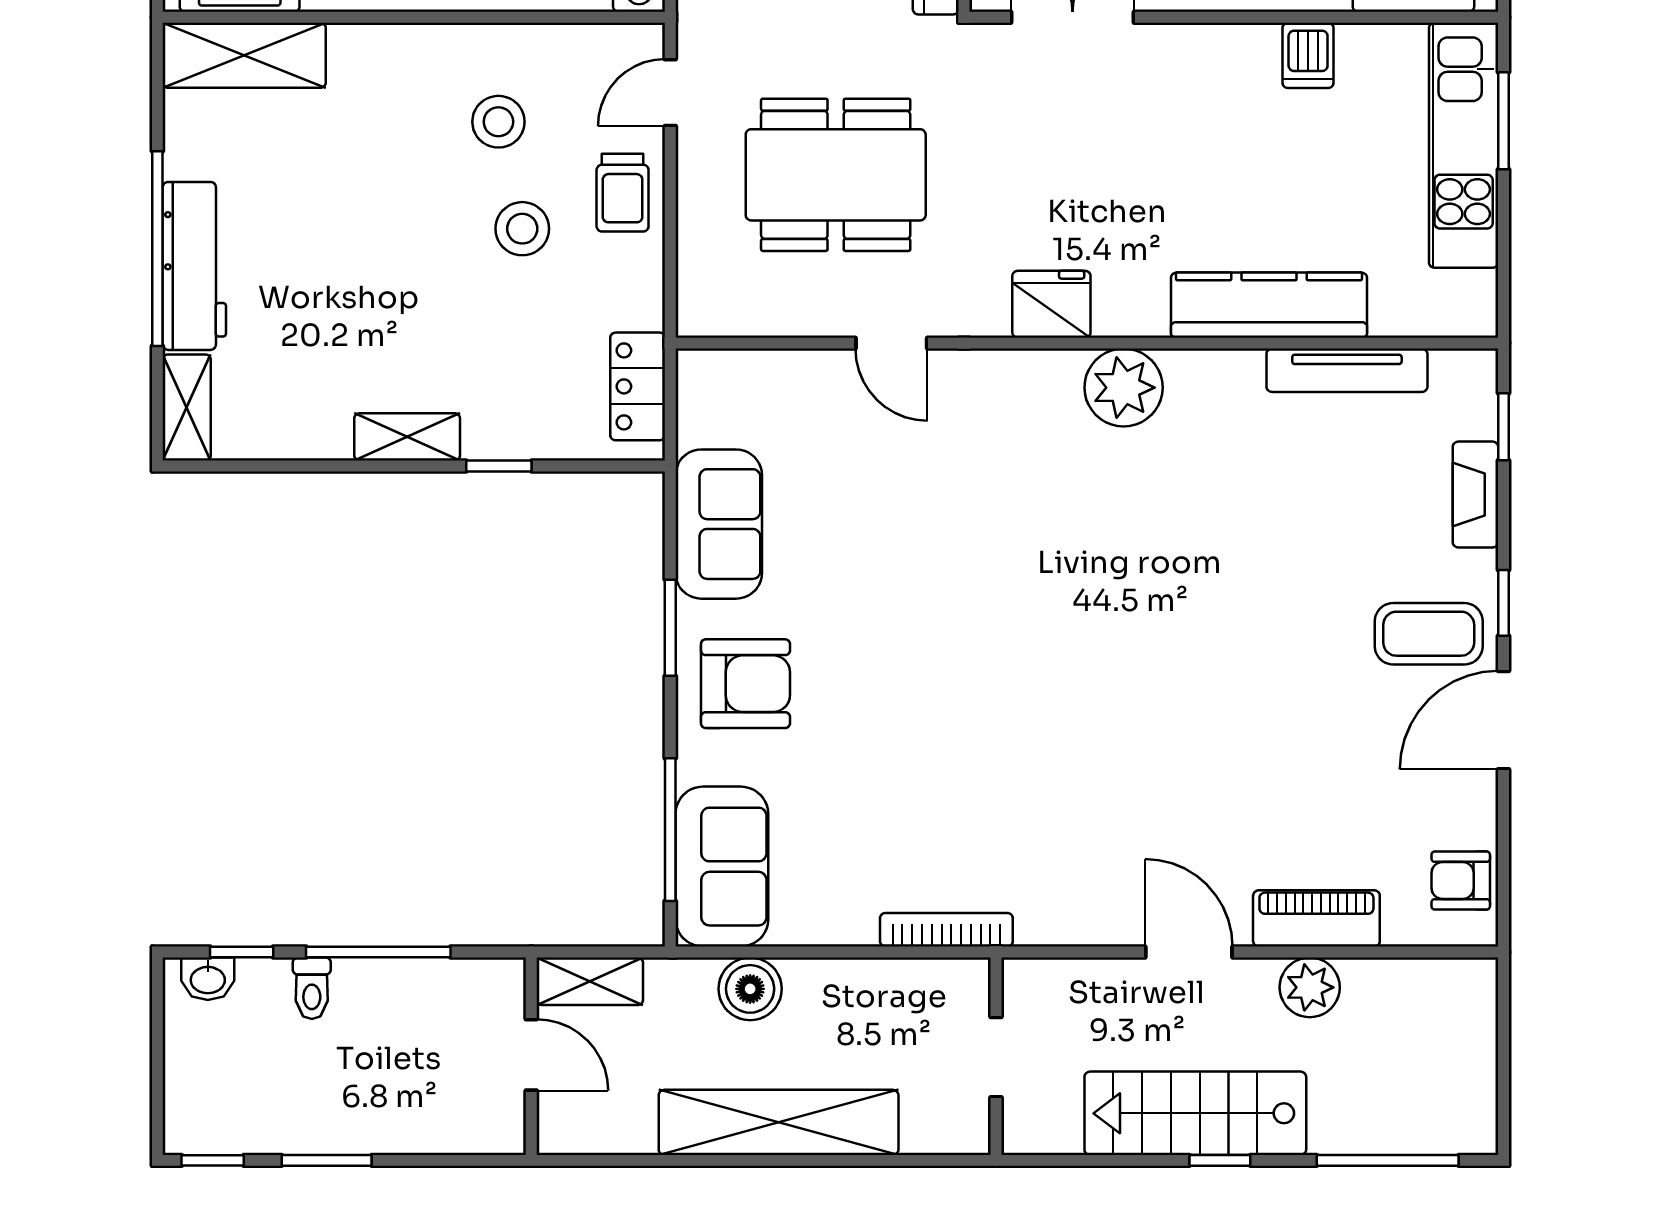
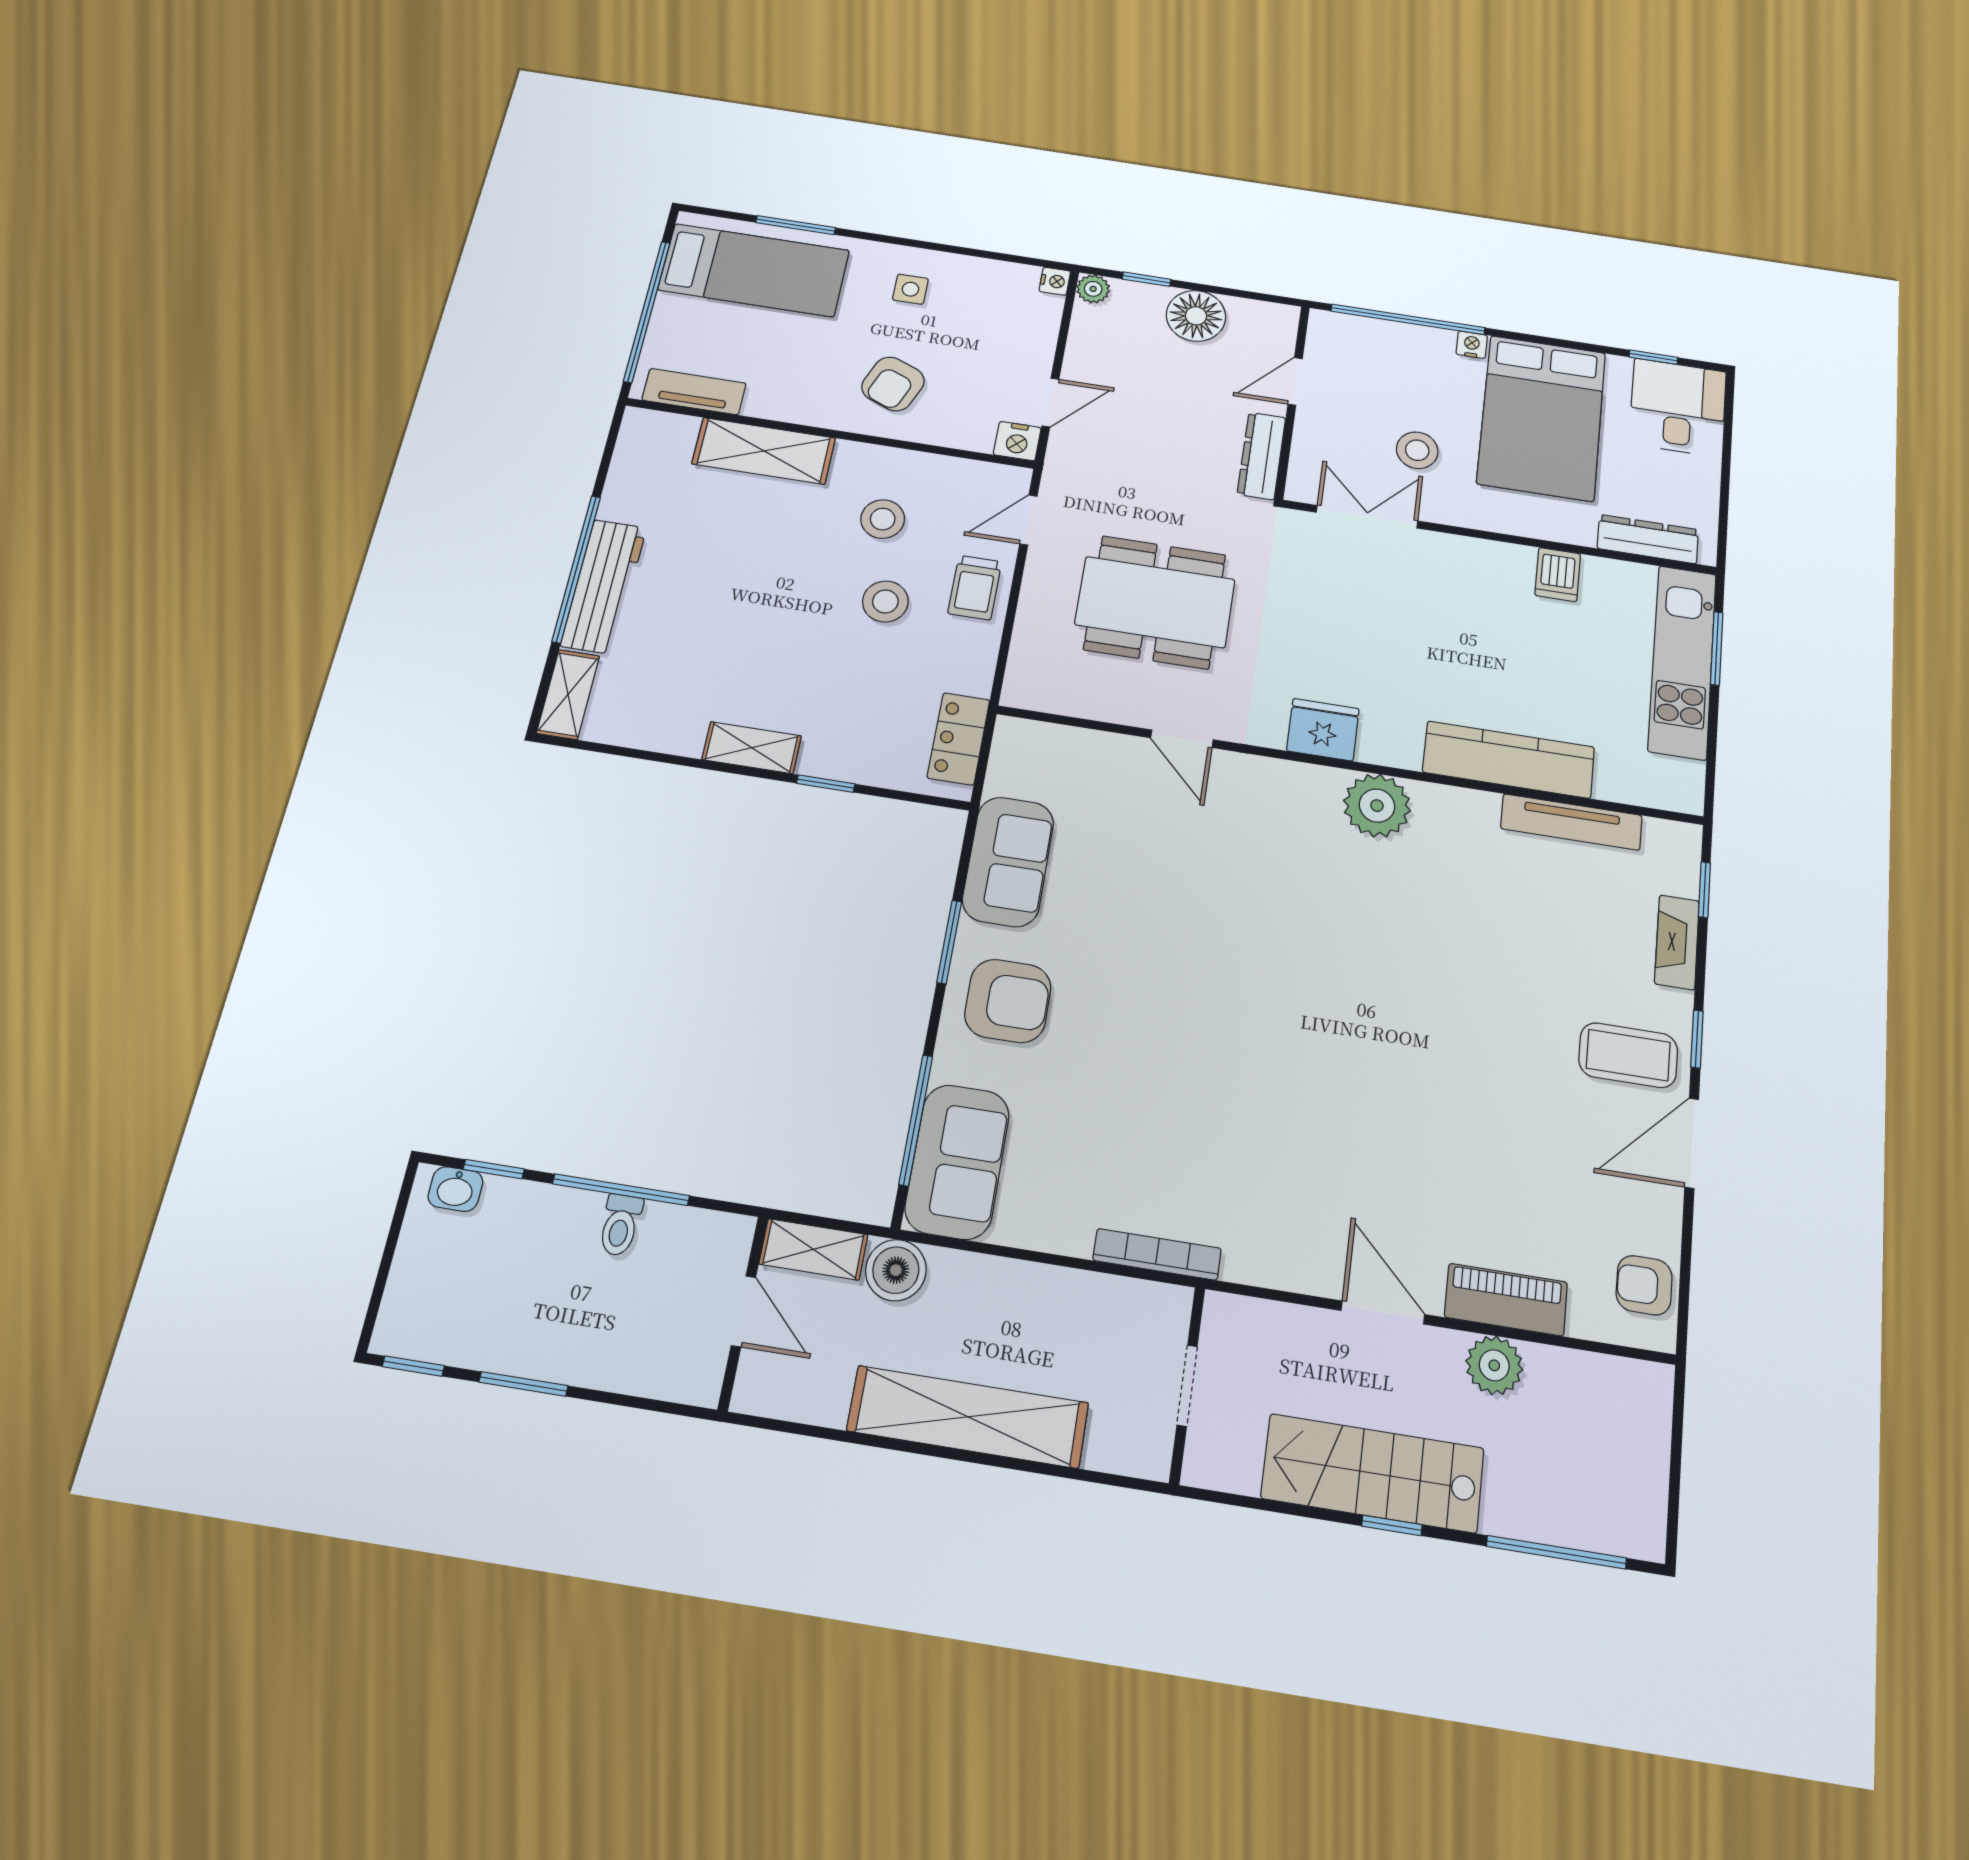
shelving: (244, 55) -> (764, 451), moved
toilet: (312, 988) -> (620, 1225), moved
boiler: (750, 989) -> (896, 1270), moved

